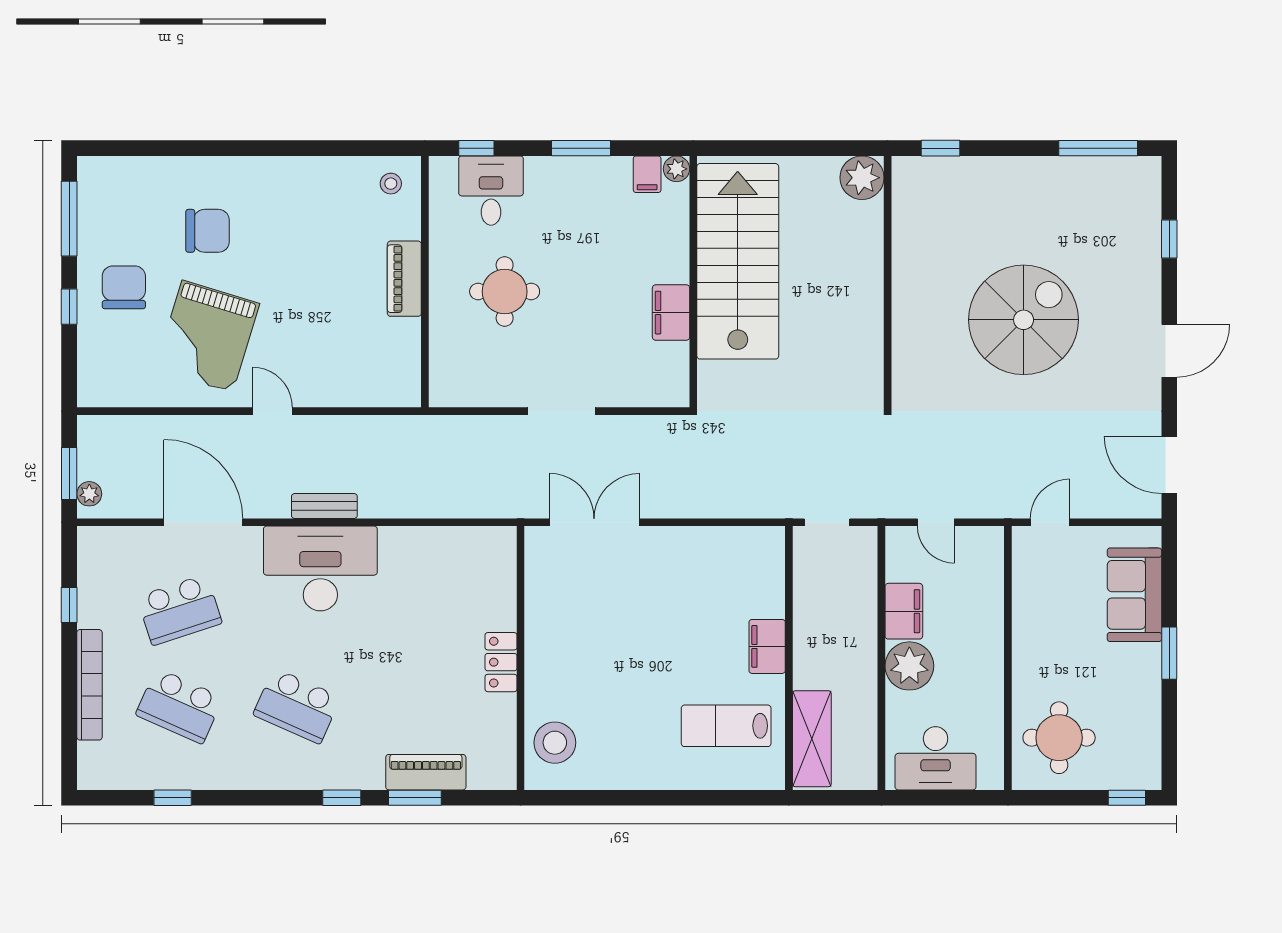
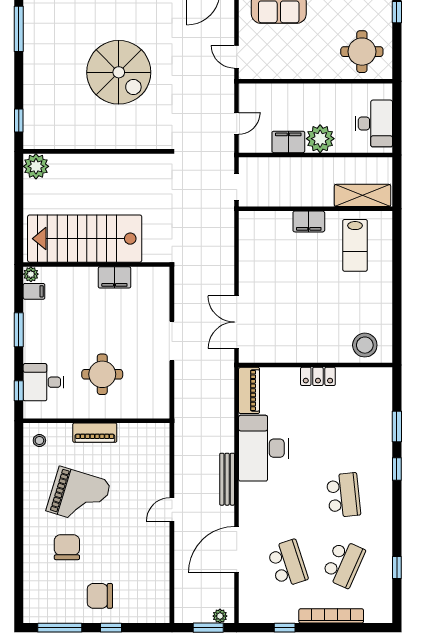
spiral stairs: (1024, 320) -> (119, 72), turned 180
grand piano: (207, 336) -> (79, 496), moved
bench: (324, 506) -> (227, 479), width x1.36
desk: (320, 568) -> (263, 448), moved
school desk: (297, 706) -> (343, 495), turned -30
piano: (426, 772) -> (249, 390), moved, turned 180

